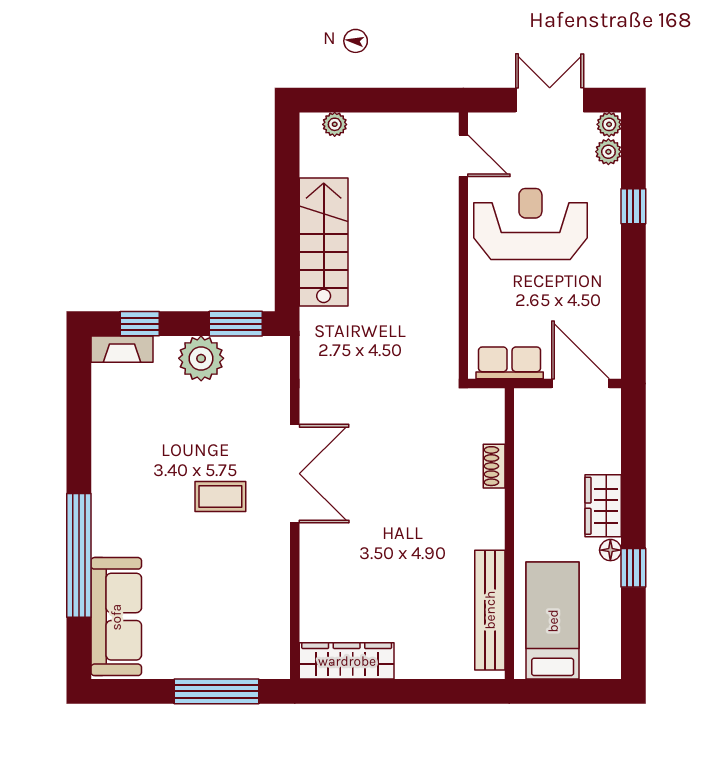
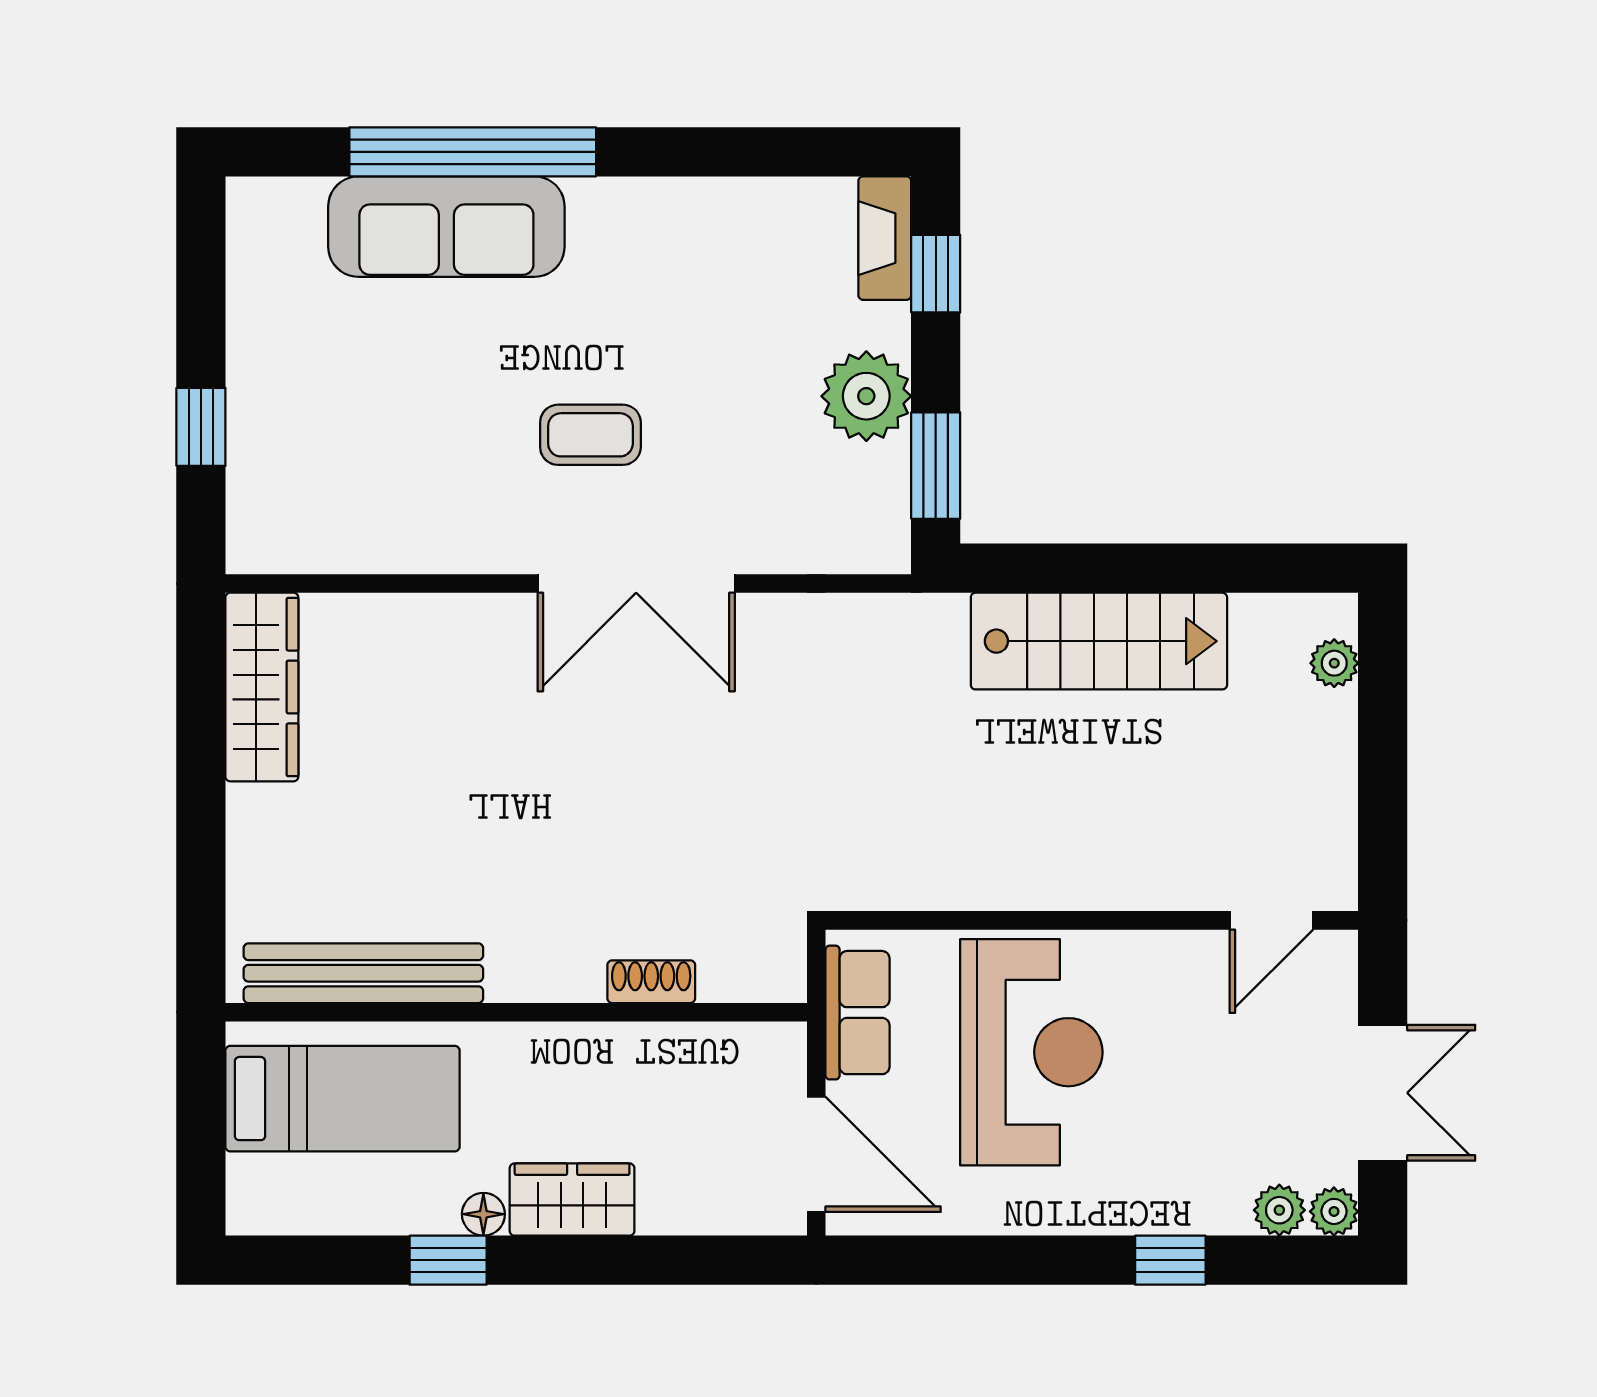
reception desk: (530, 224) -> (1031, 1052), moved
door: (580, 383) -> (816, 1154), hinge flipped
coffee table: (220, 497) -> (590, 435), turned 90
sofa: (116, 617) -> (446, 227), moved
window: (216, 691) -> (201, 427), width x0.46

